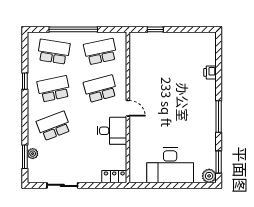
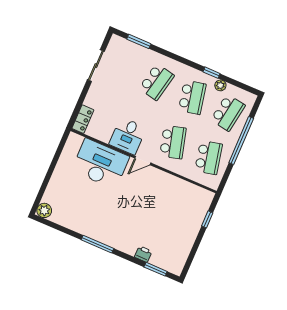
school desk: (54, 126) -> (156, 82), turned 33
plant: (33, 154) -> (220, 85), moved
window: (219, 162) -> (156, 269), moved
desk: (170, 165) -> (100, 164), moved, turned 90

